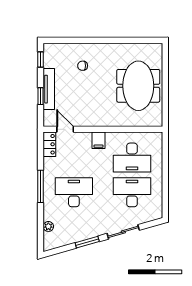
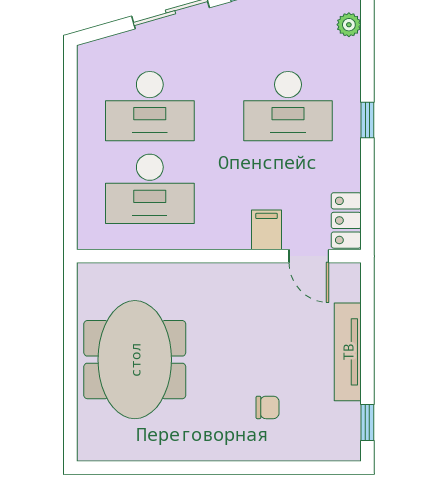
window: (41, 96) -> (367, 335), removed
filing cabinet: (99, 140) -> (267, 230), moved
desk: (132, 158) -> (150, 189), turned 180
window: (41, 186) -> (367, 120), width x0.46

